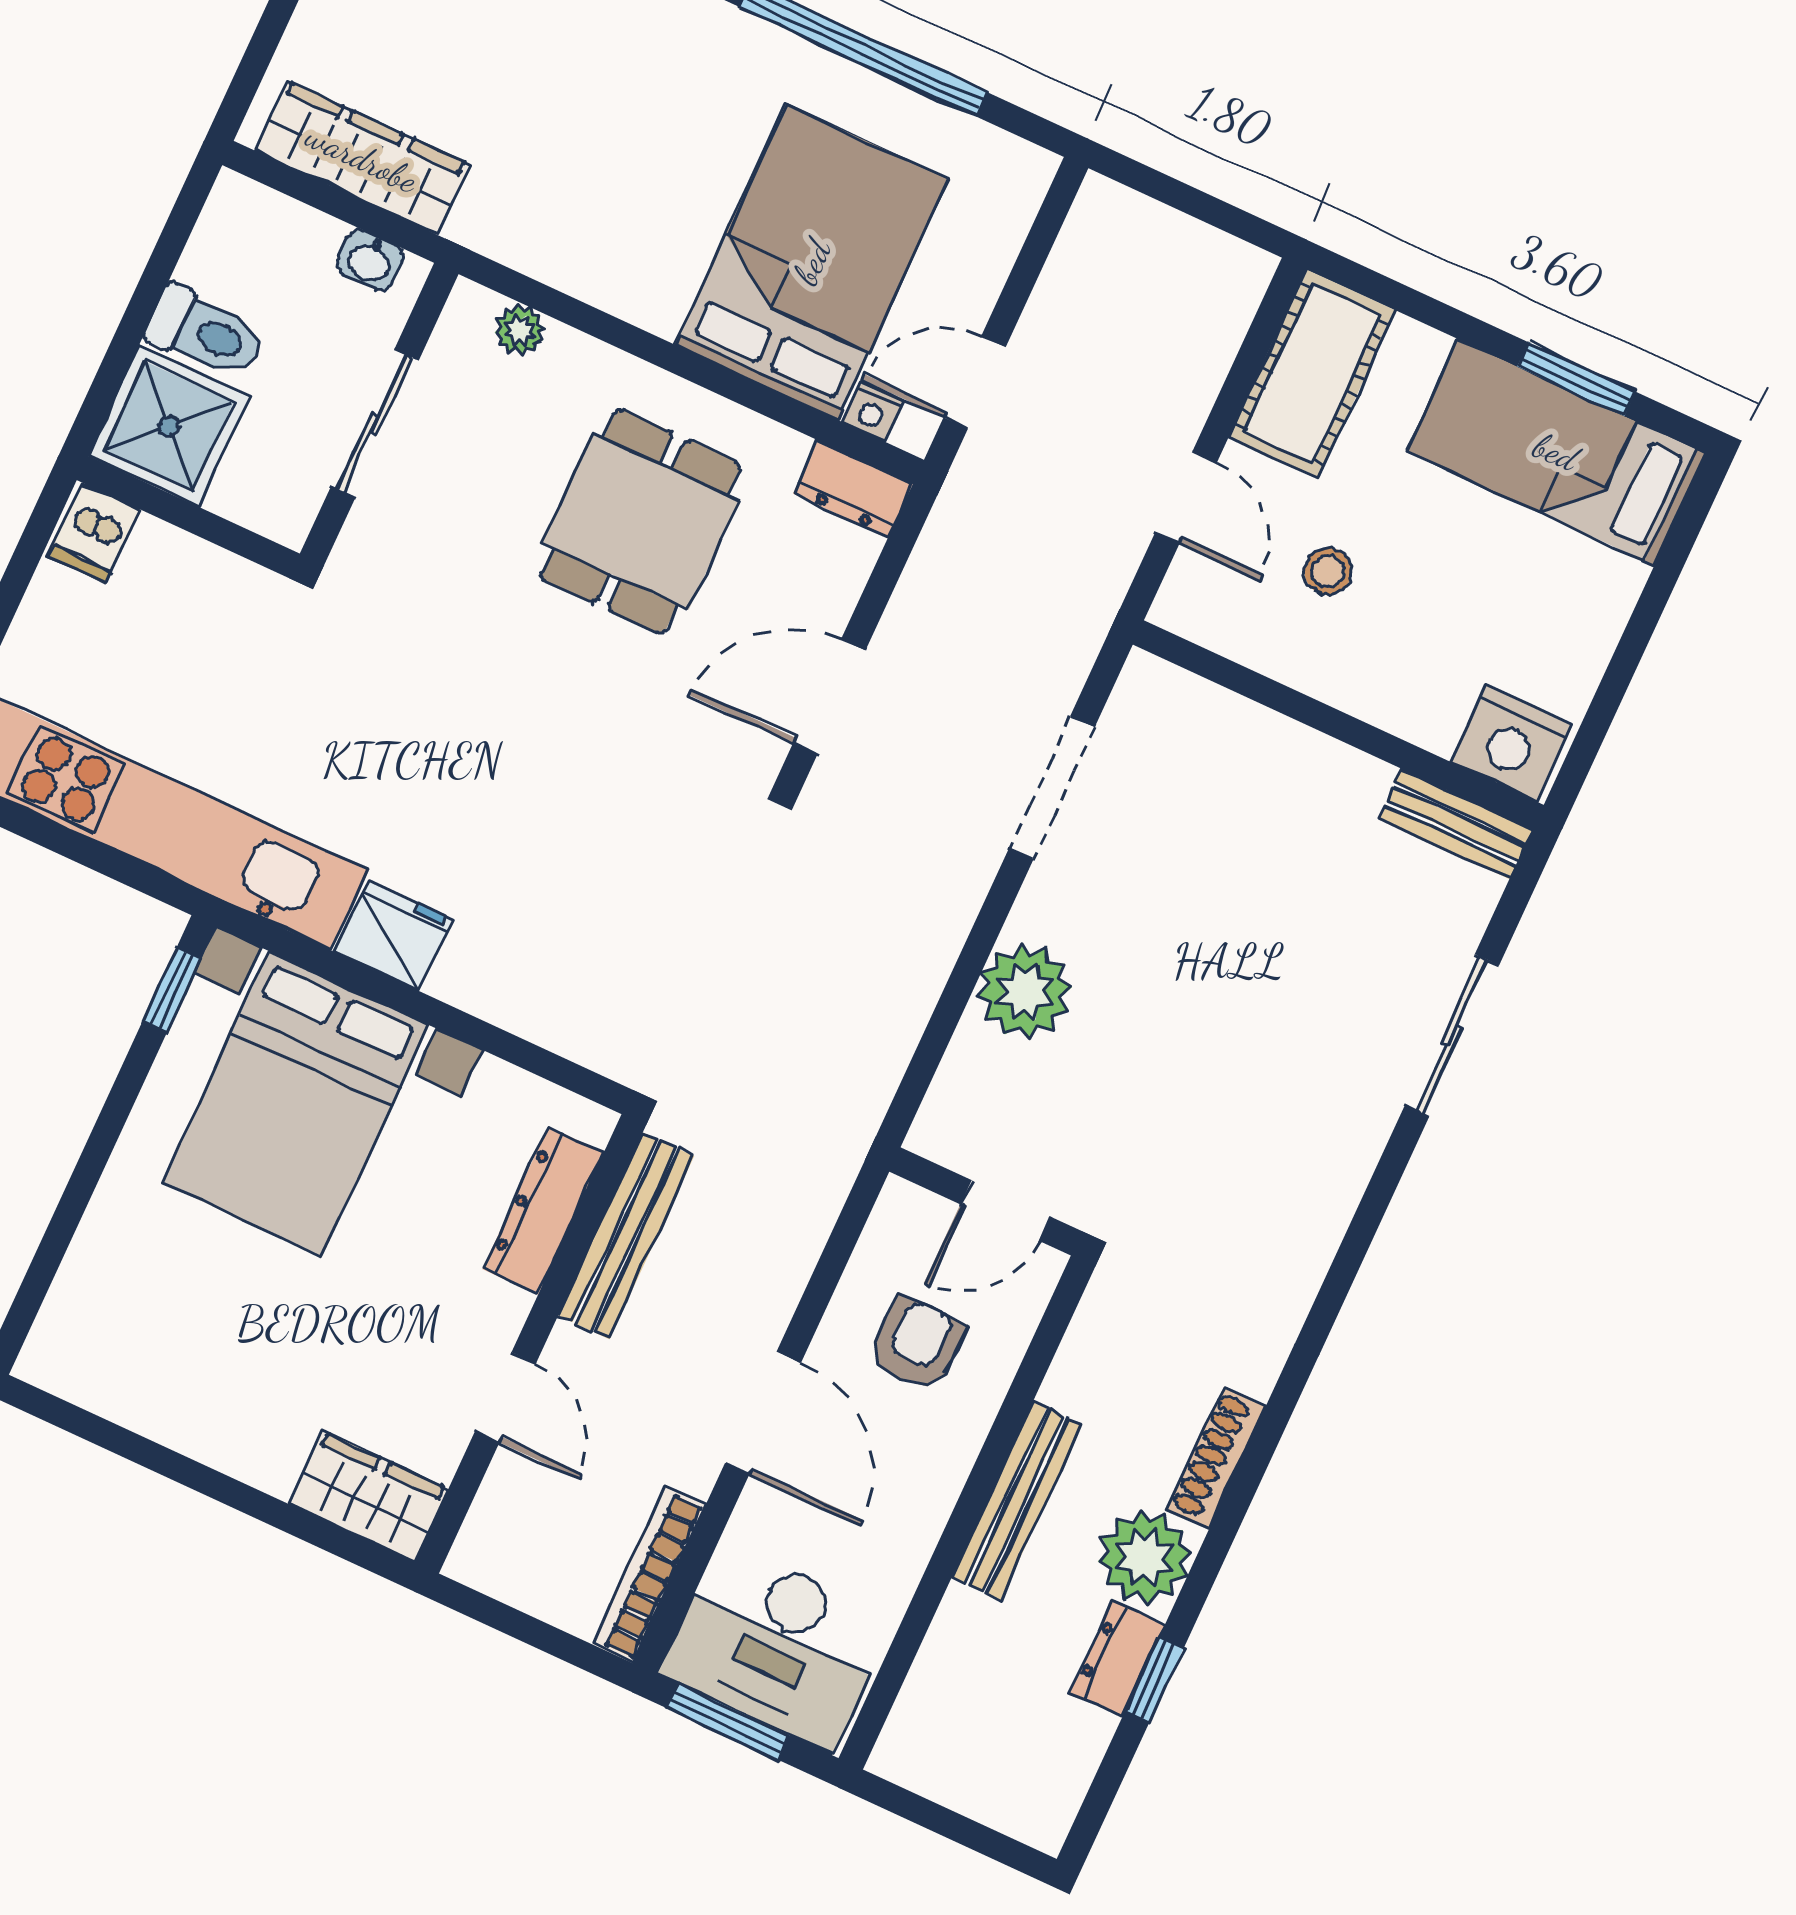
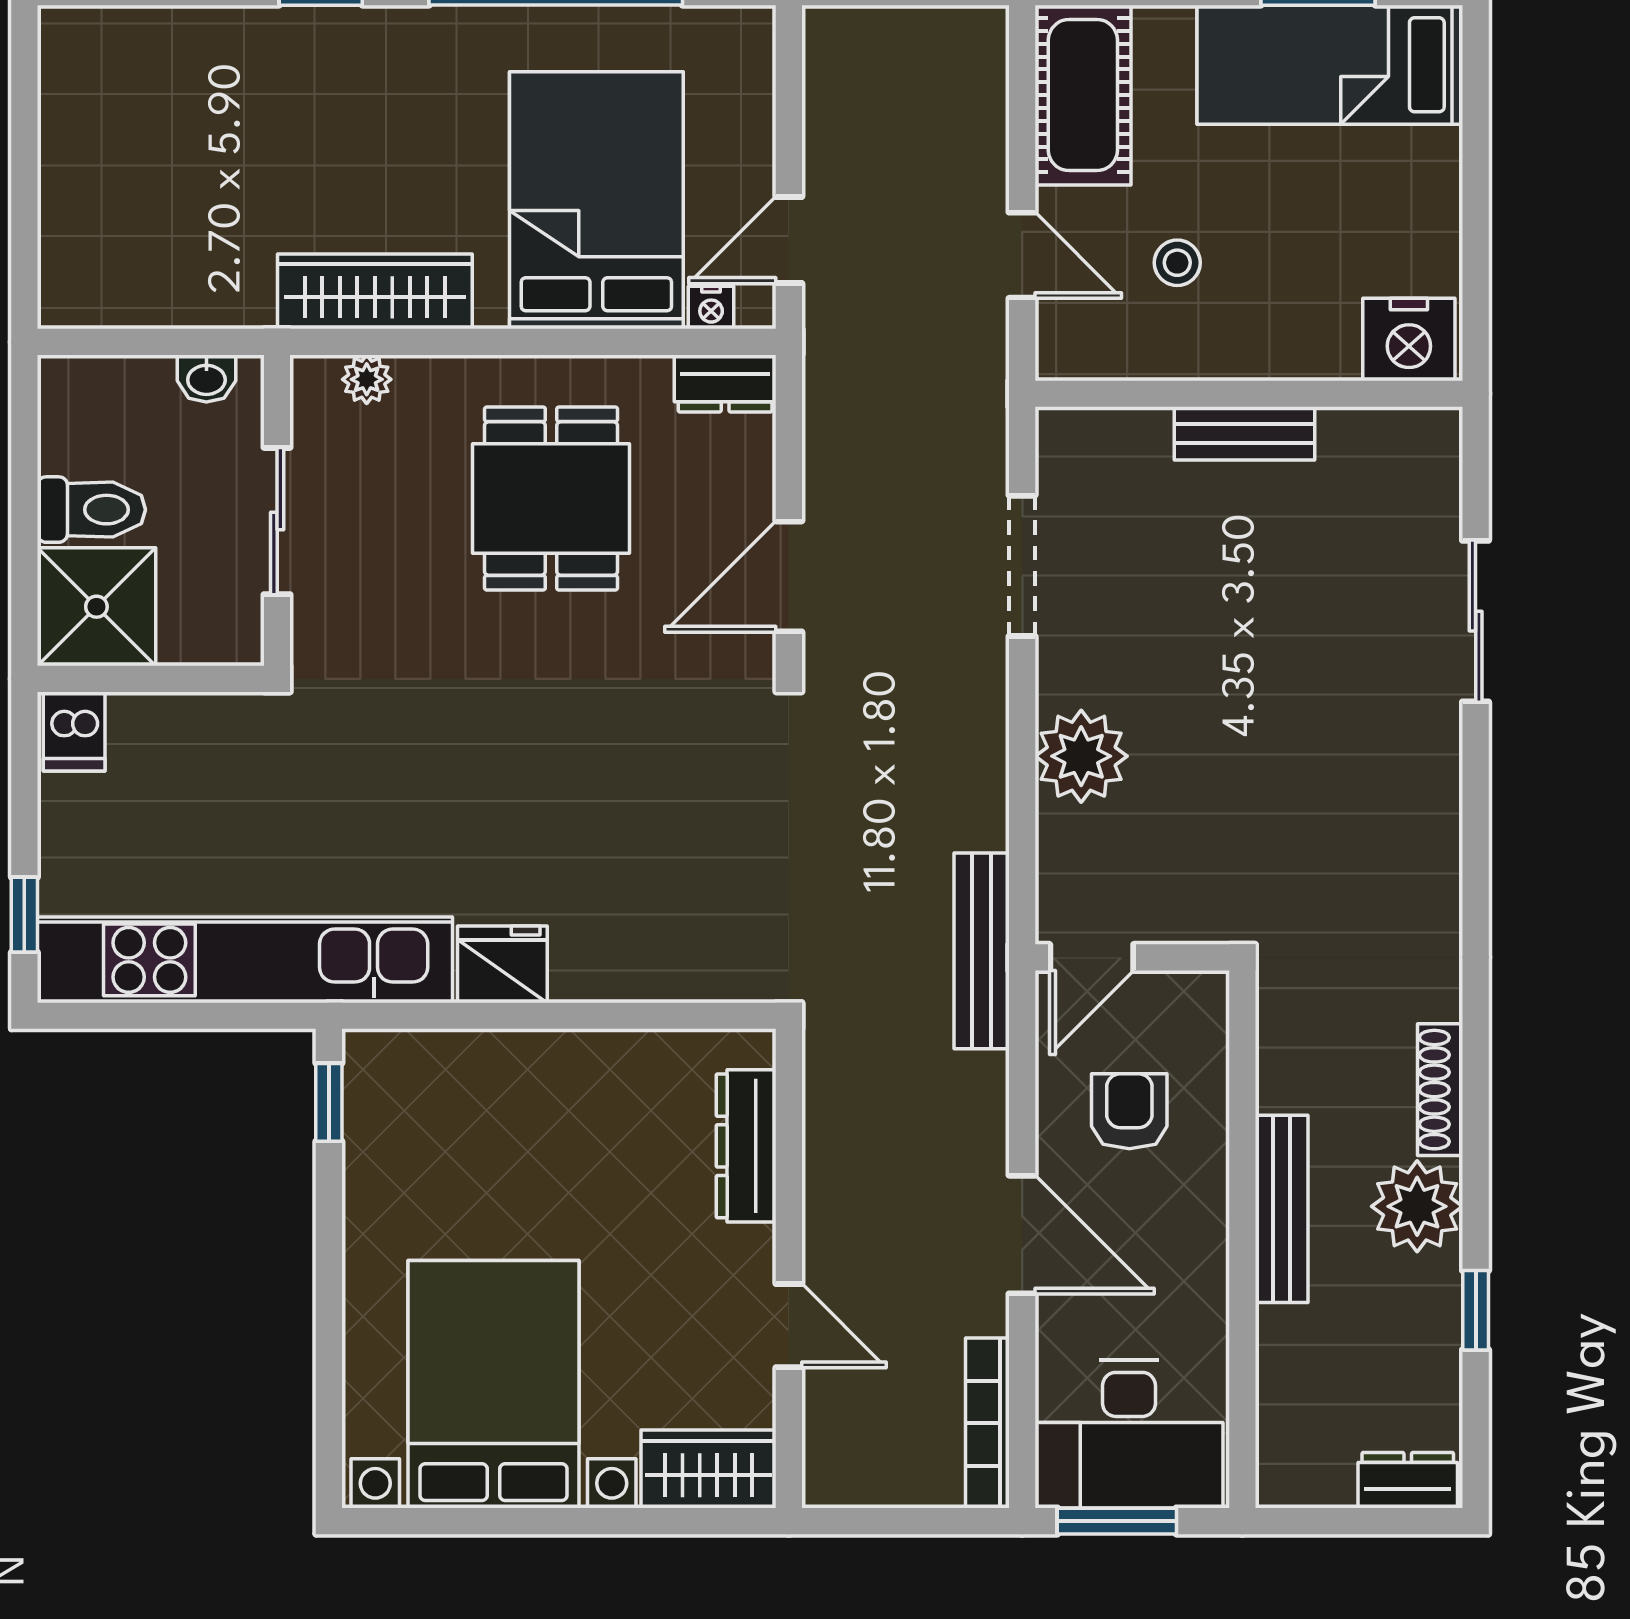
wardrobe: (362, 158) -> (375, 291), moved
bench: (1456, 824) -> (1245, 433), moved
bed with nightstands: (296, 1104) -> (493, 1384), moved, turned 180
door: (1005, 1210) -> (1092, 957), moved
bench: (626, 1236) -> (982, 951), moved
dresser: (1118, 1659) -> (1408, 1480), moved, turned 90

